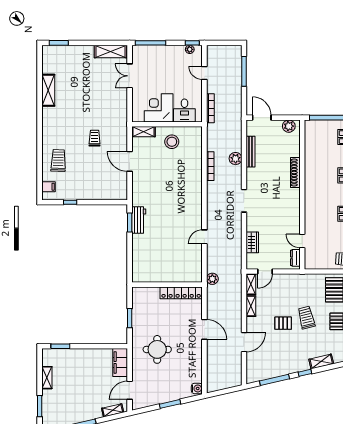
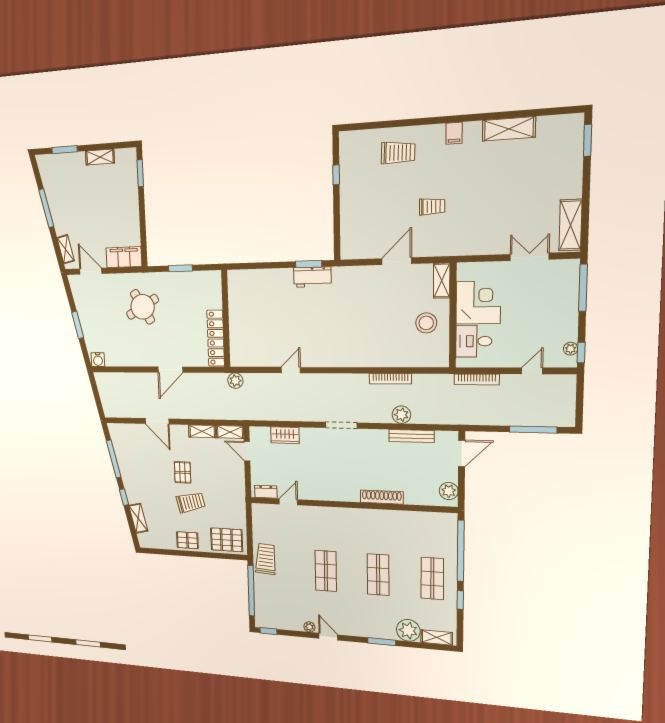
filing cabinet: (48, 187) -> (454, 133), moved
door: (204, 237) -> (291, 370), hinge flipped
round table: (157, 349) -> (143, 307), turned -30

